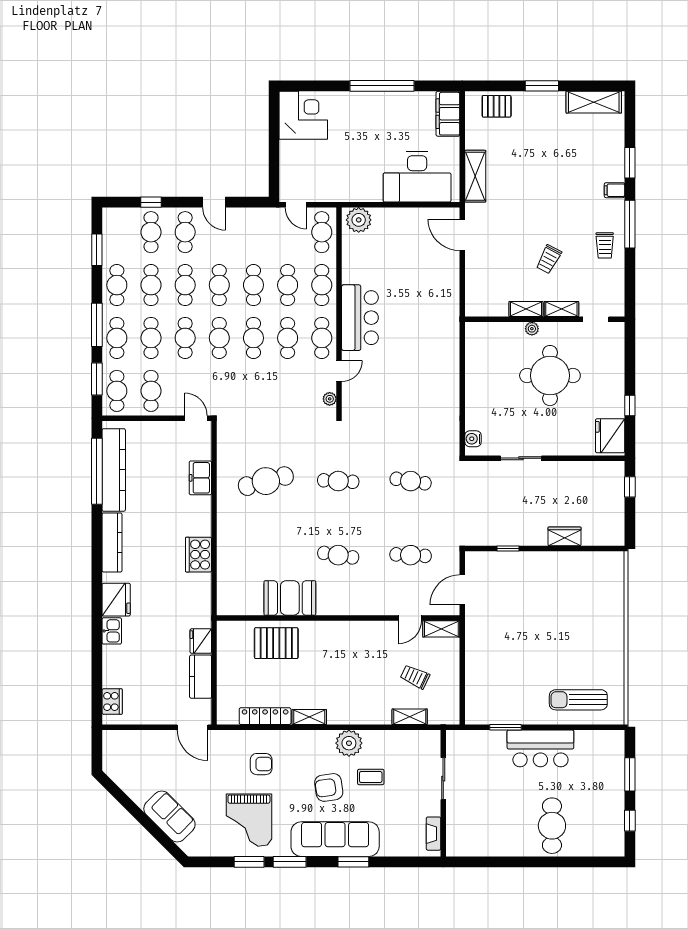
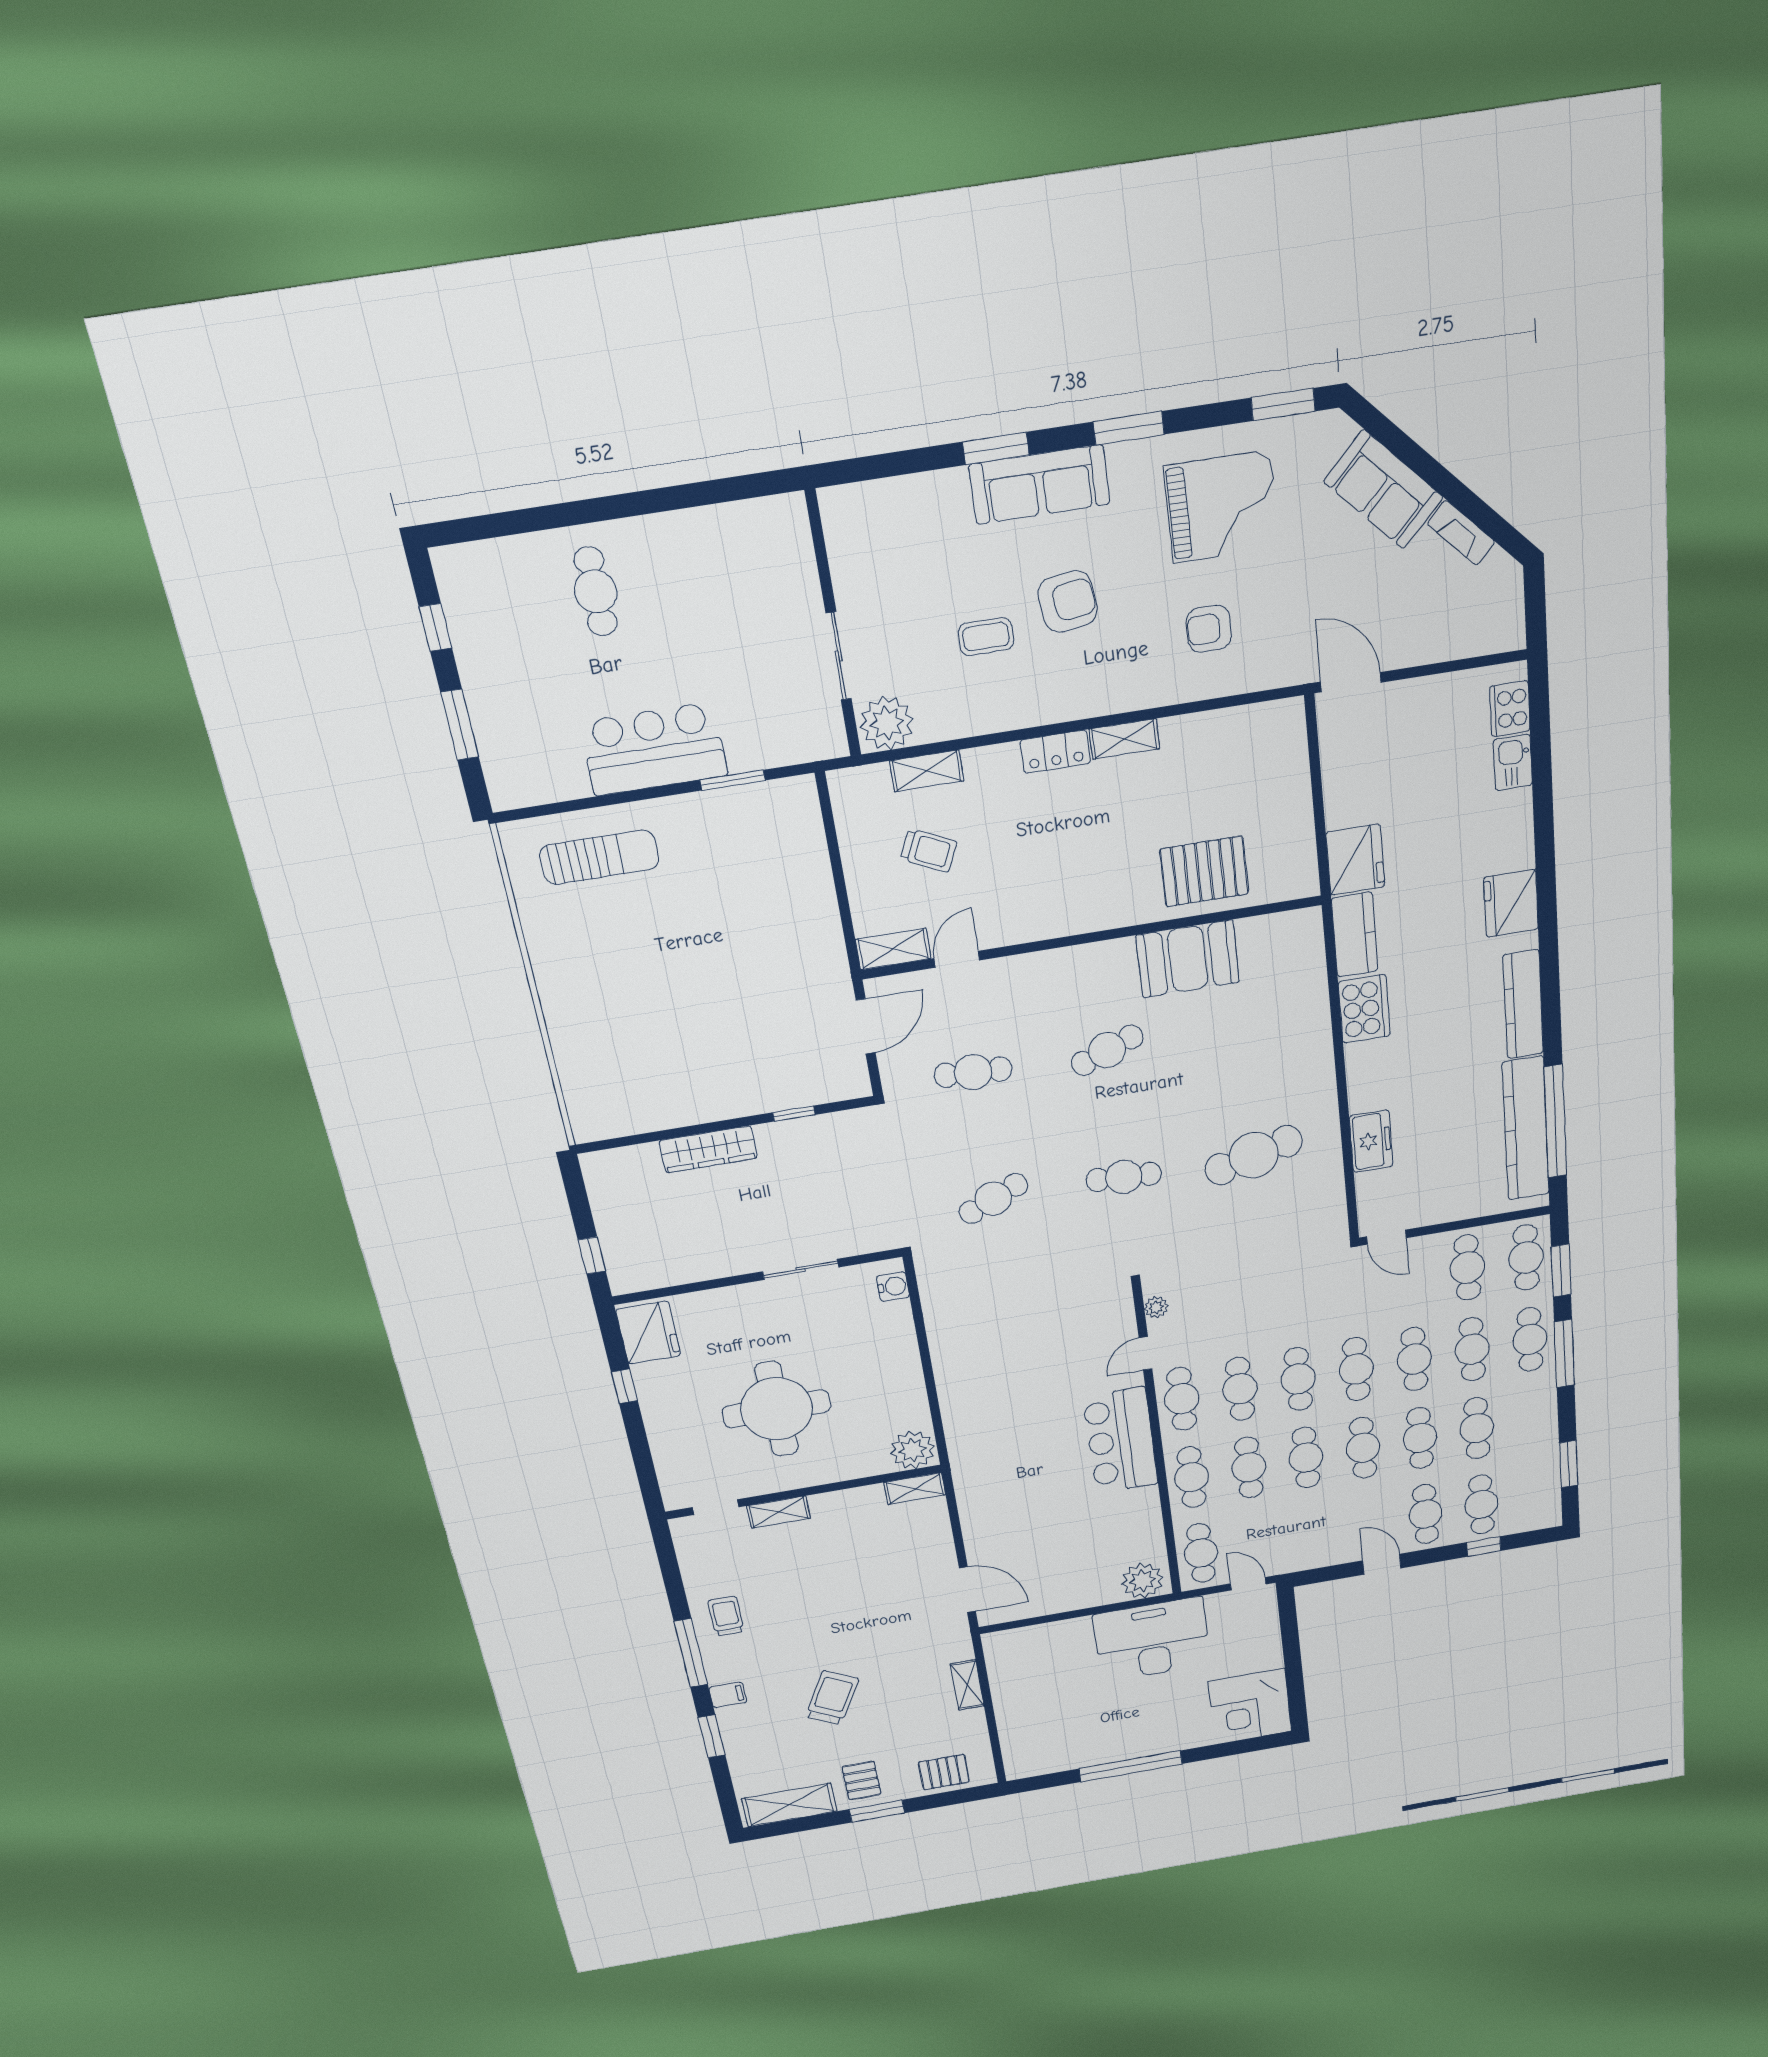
pallet: (547, 111) -> (862, 1781), added
filing cabinet: (448, 114) -> (1020, 1749), removed
shelving: (475, 176) -> (967, 1685), width x0.67, depth x0.75
desk: (417, 177) -> (1152, 1640), moved
trolley: (549, 259) -> (832, 1698), moved, width x1.36, depth x1.39
cafe table: (117, 285) -> (1534, 1419), removed
shelving: (526, 309) -> (915, 1489), moved
plant: (532, 329) -> (912, 1450), moved, width x1.88, depth x1.88
cafe table: (411, 481) -> (993, 1199), turned -33
wardrobe: (565, 536) -> (708, 1149), width x1.50
cafe table: (338, 555) -> (1107, 1050), turned -30
kitchen sink: (112, 631) -> (1513, 763), moved
fridge: (201, 641) -> (1355, 860), width x1.36, depth x1.34
kitchen counter: (201, 677) -> (1355, 935), moved
locker: (265, 716) -> (1055, 752), moved, width x0.66
plant: (349, 743) -> (887, 723), moved
grand piano: (249, 820) -> (1222, 507), turned 90
cafe table: (552, 826) -> (596, 591), width x0.73, depth x0.74
fireplace: (433, 834) -> (1461, 533), moved, turned 135
sofa: (335, 839) -> (1039, 485), width x0.74, depth x0.79
window: (249, 862) -> (1283, 404), moved

